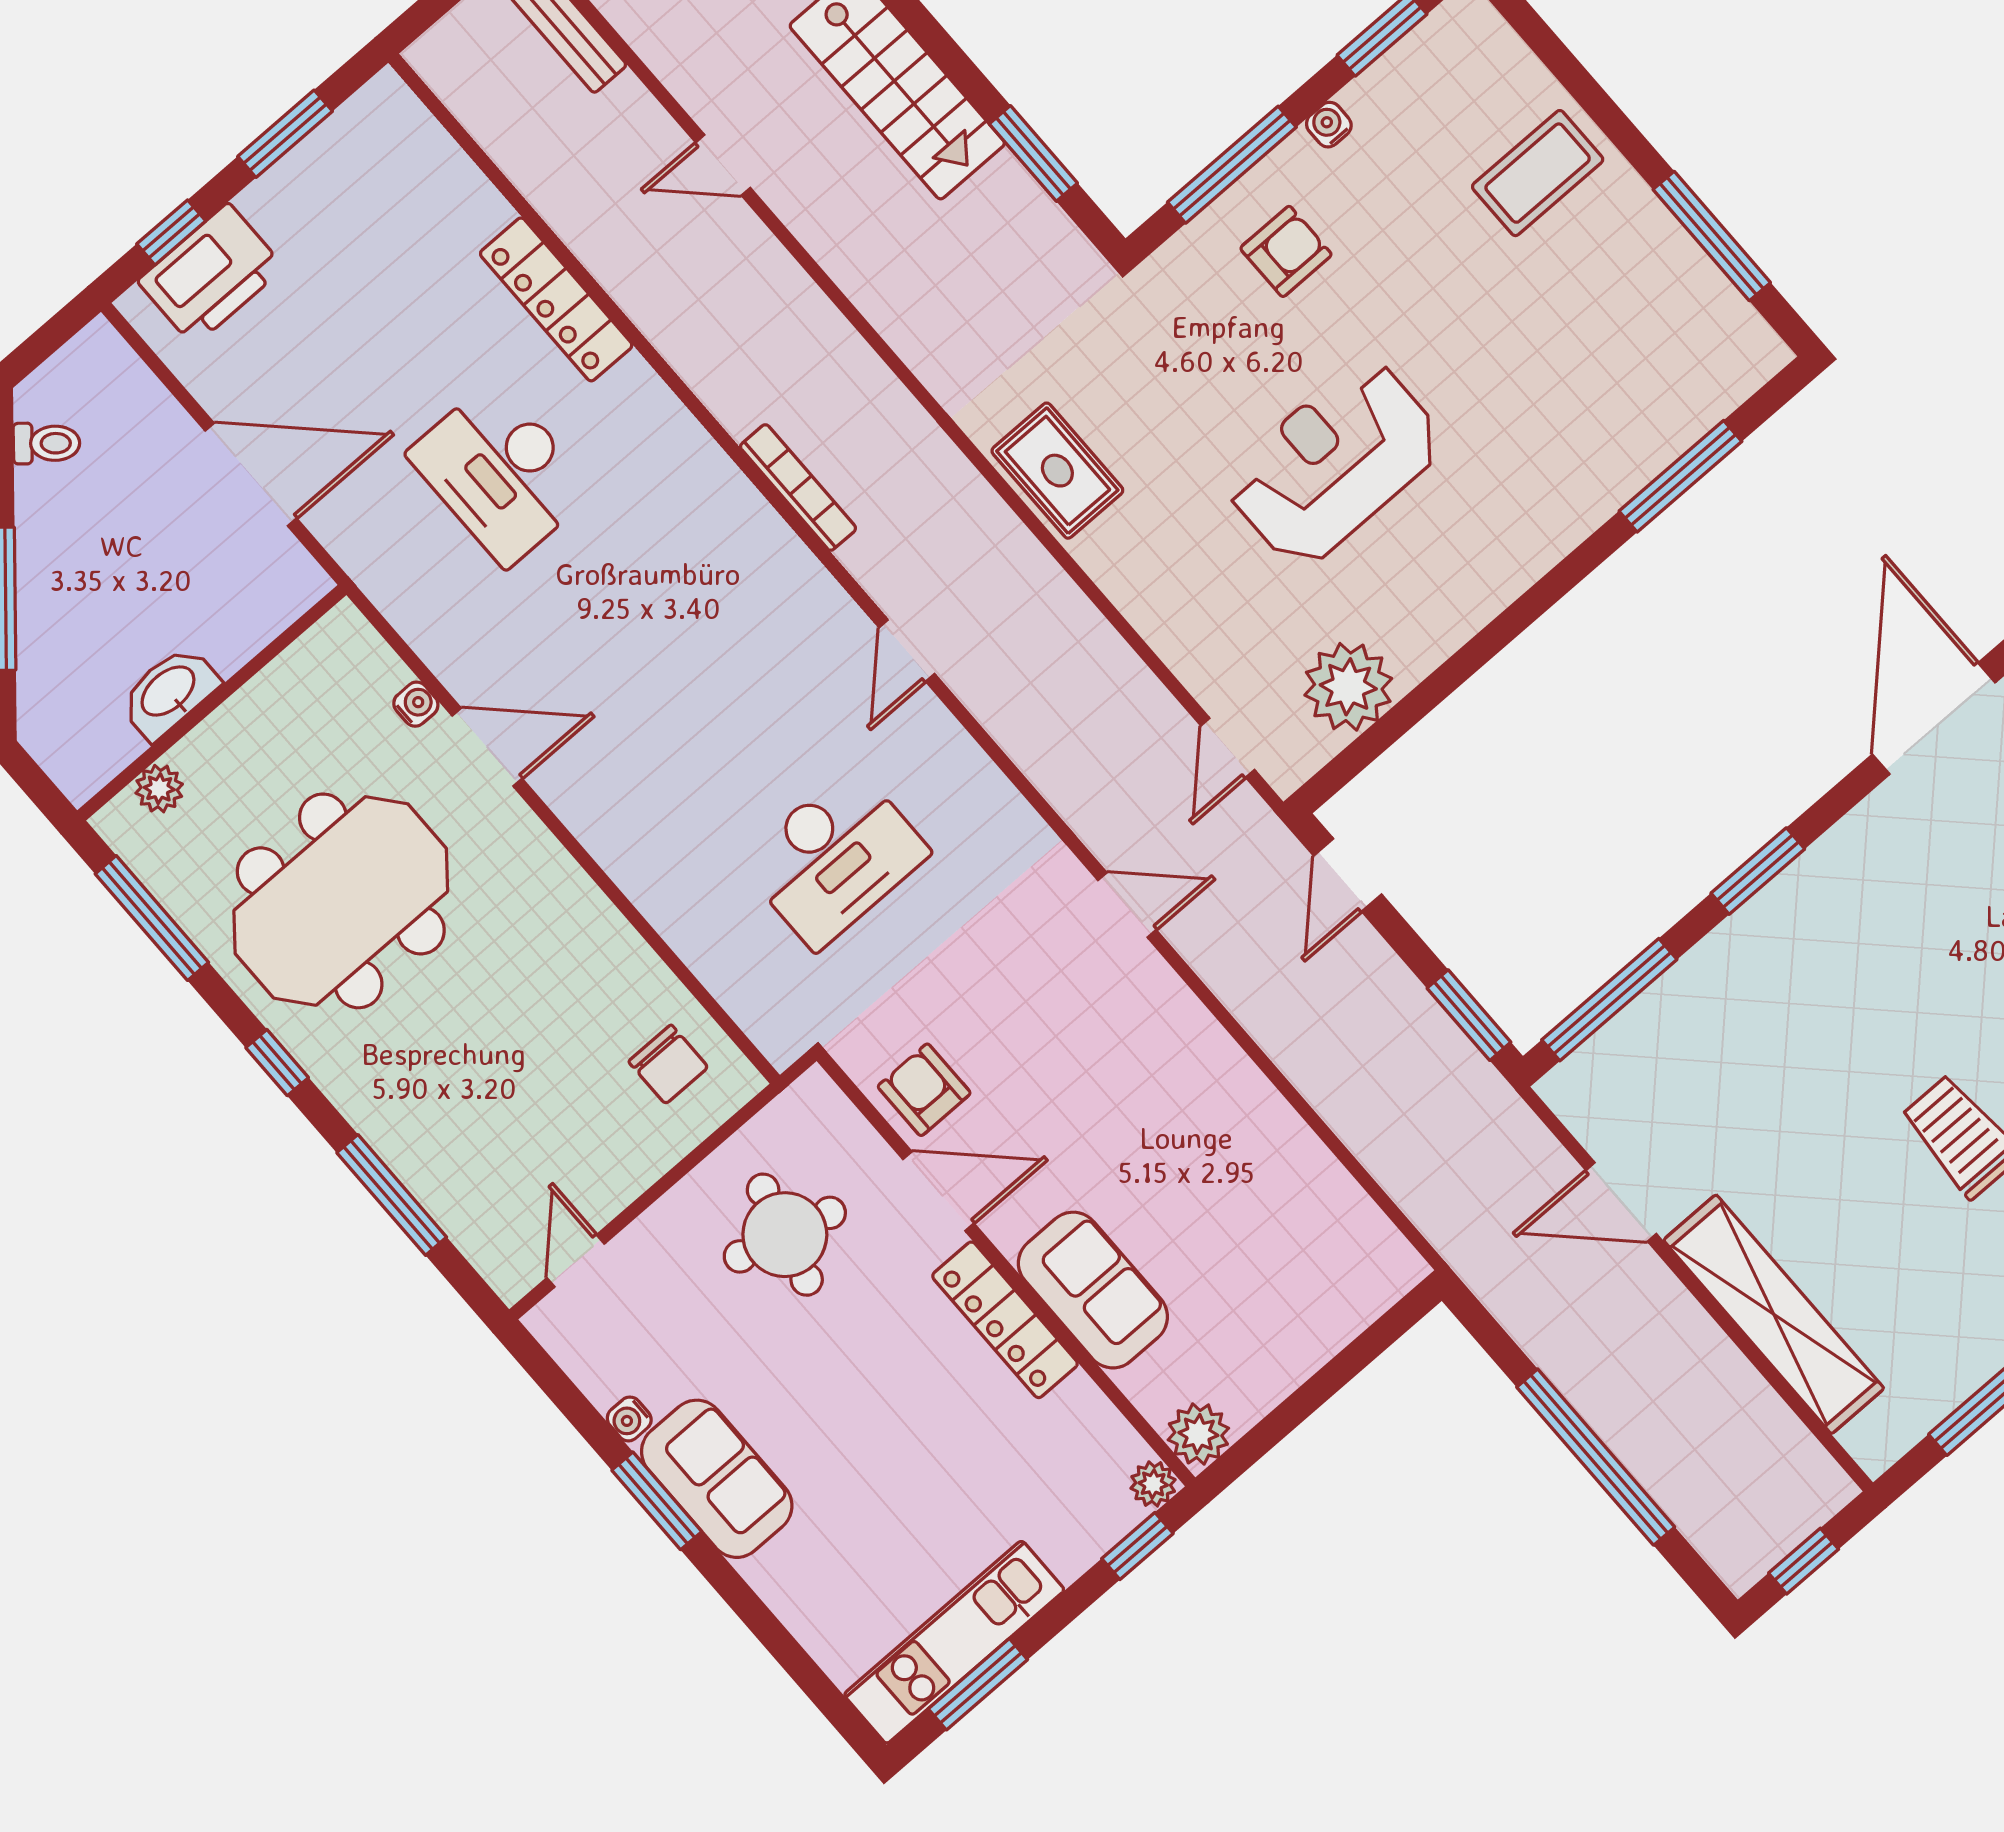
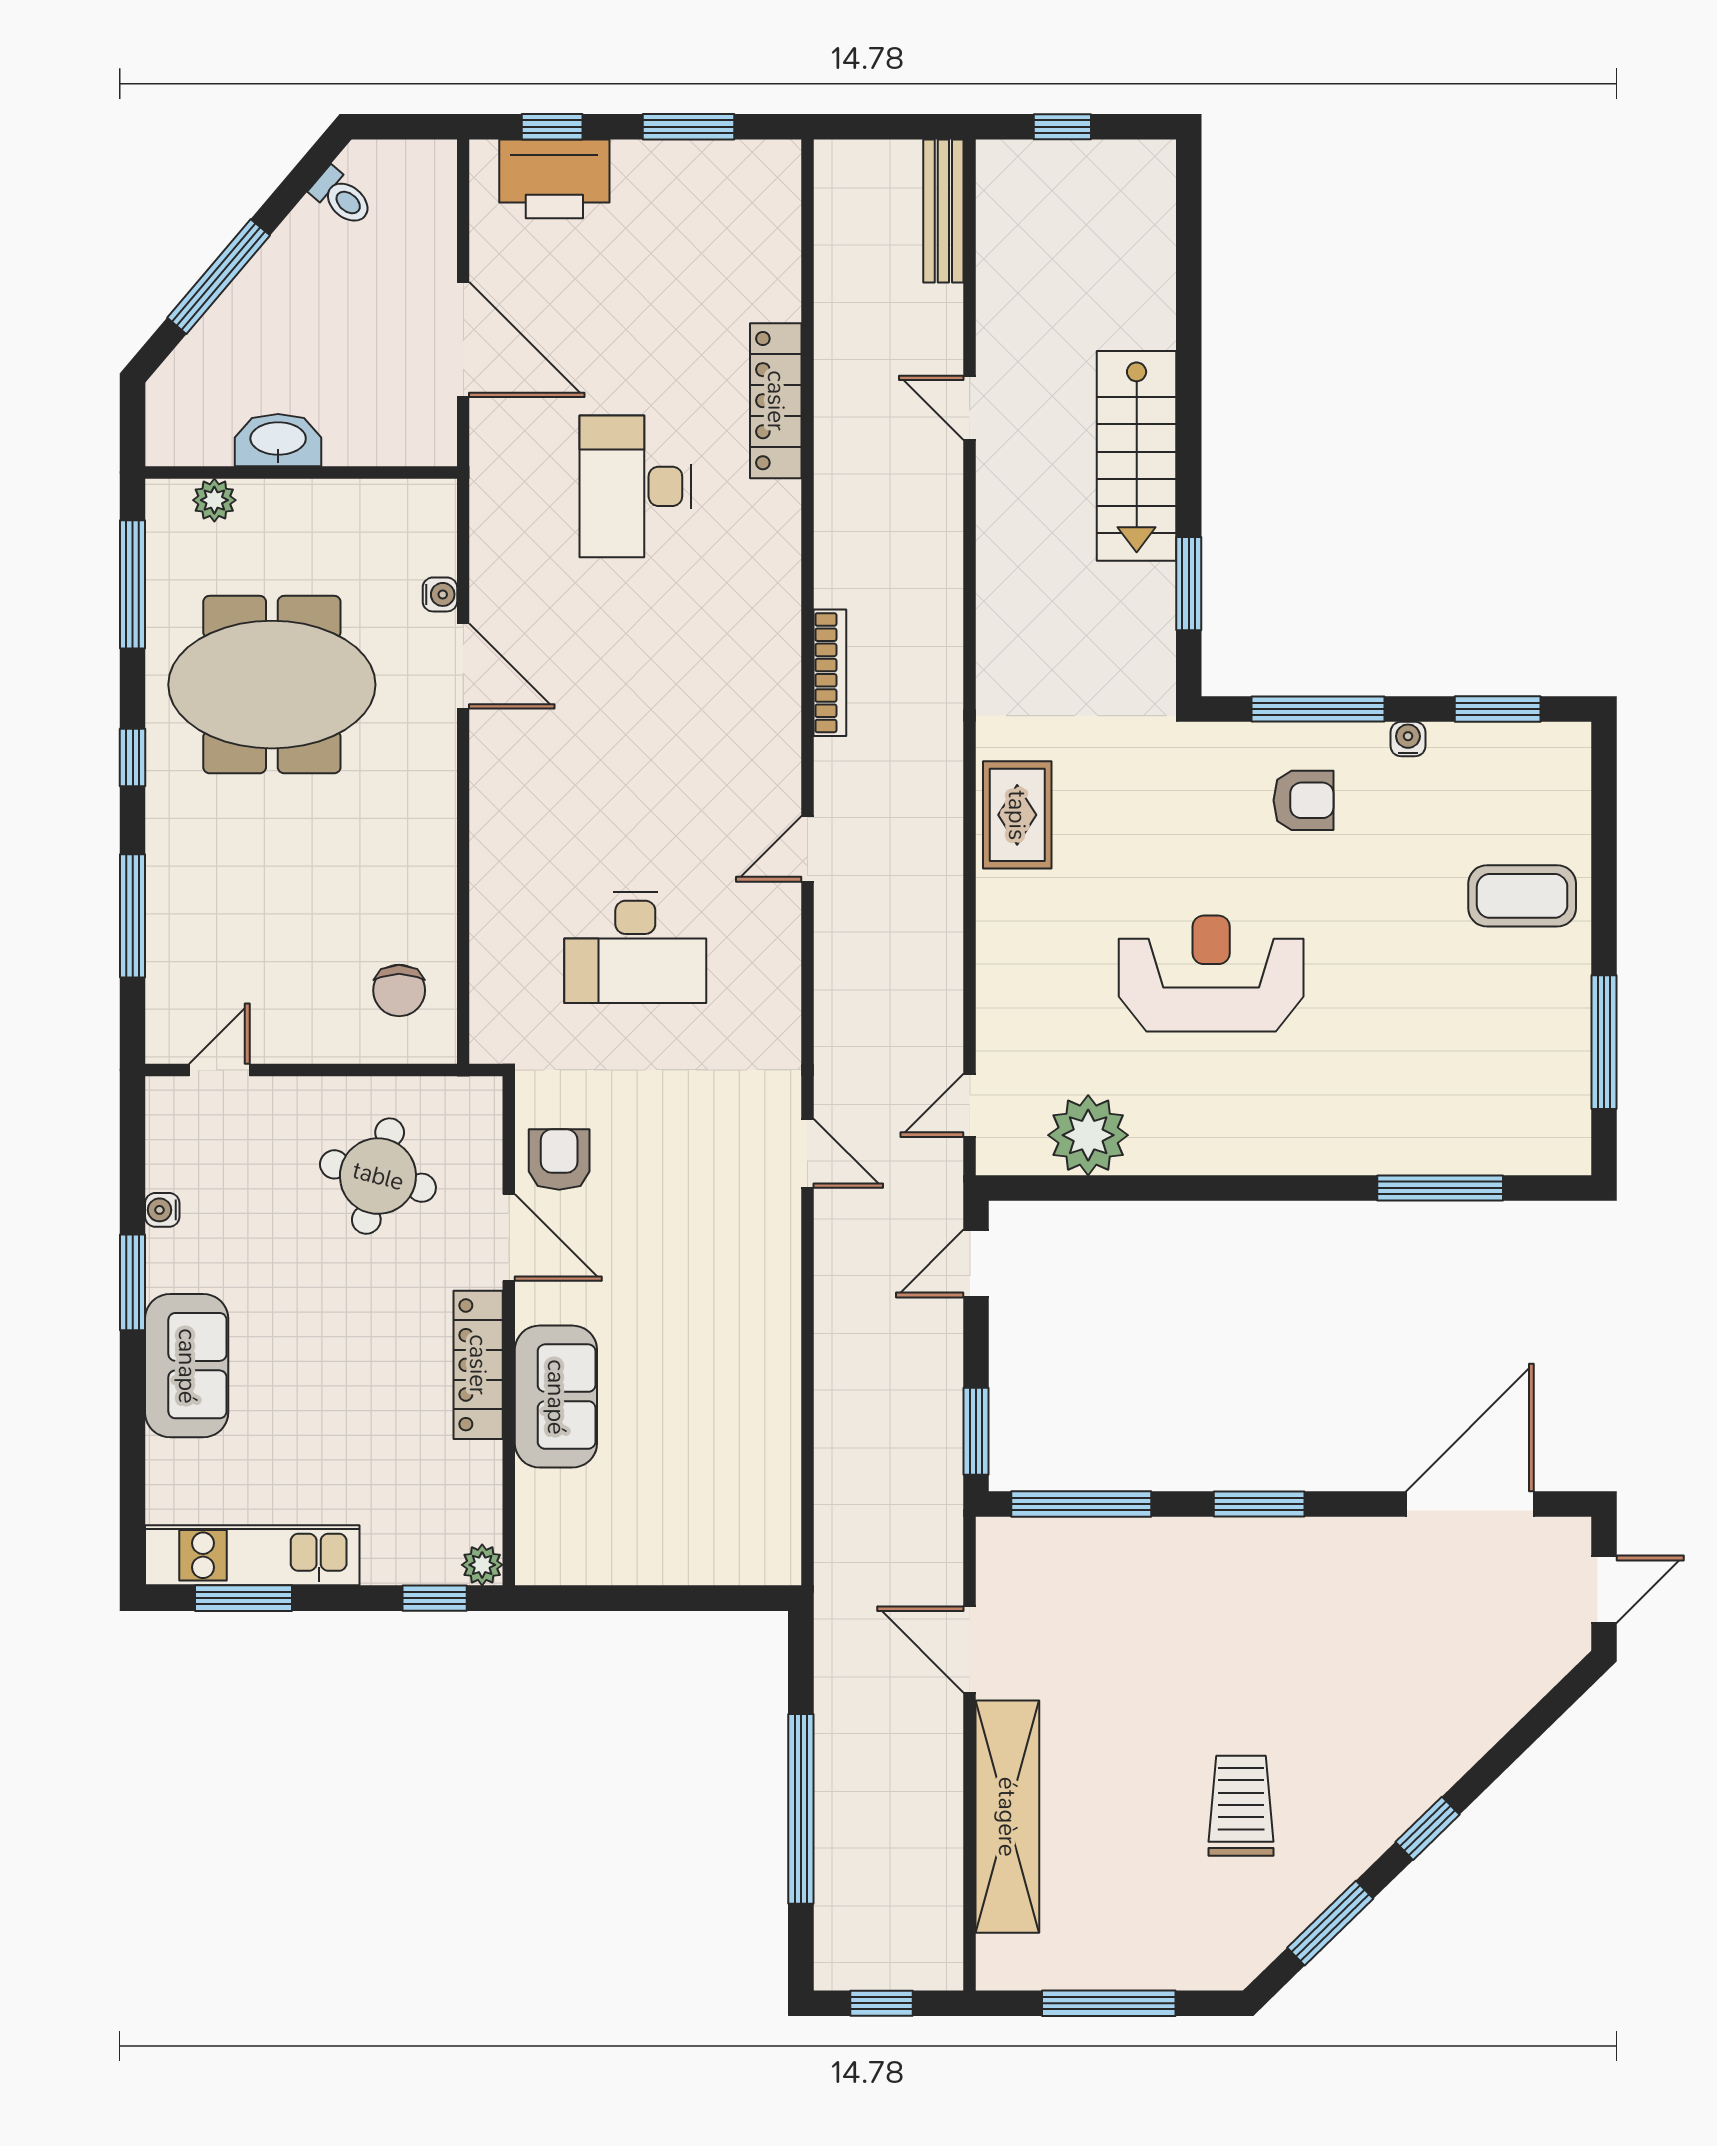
plant: (1198, 1434) -> (543, 1558), removed
sofa: (717, 1479) -> (187, 1366), moved

